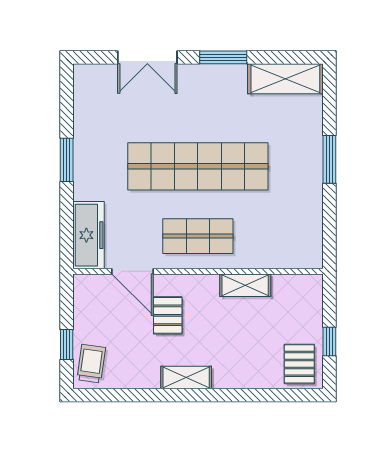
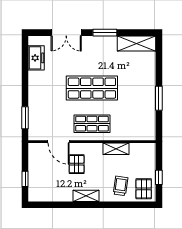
window: (329, 159) -> (159, 98), moved
window: (67, 160) -> (25, 118), moved
shop shelf: (198, 166) -> (92, 88), width x0.71
freezer: (89, 235) -> (36, 58), moved, width x0.71
trolley: (91, 364) -> (121, 186), moved

